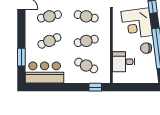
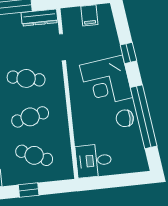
desk: (124, 62) -> (94, 161), moved
window: (95, 87) -> (29, 190), moved

